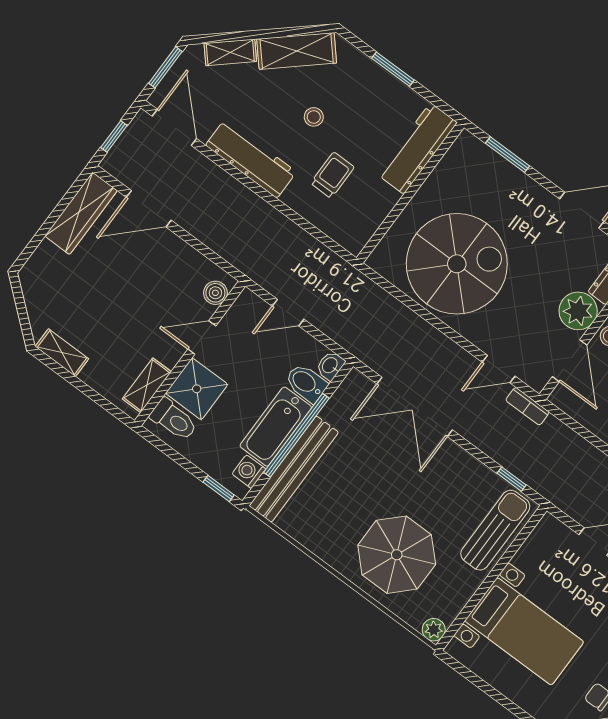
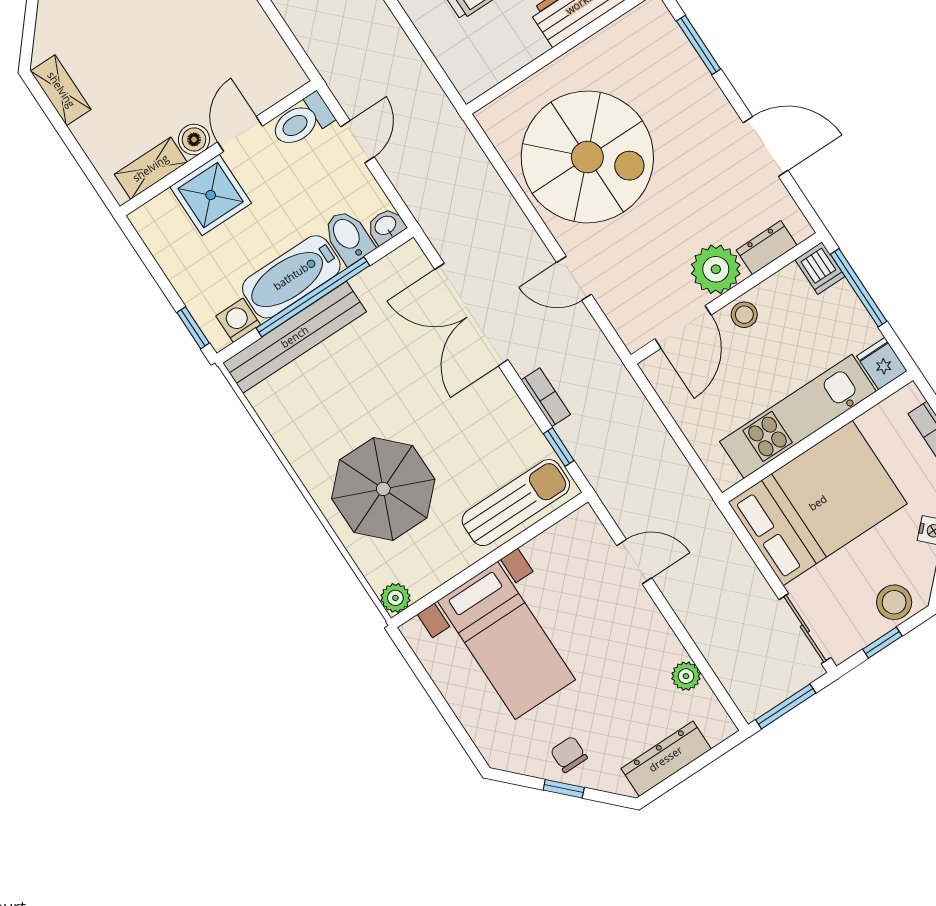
boiler: (215, 293) -> (194, 139), moved
door: (288, 313) -> (357, 142), swing flipped
door: (202, 337) -> (240, 134), hinge flipped
door: (499, 369) -> (574, 278), moved
bookcase: (527, 406) -> (546, 397), moved, turned 180
toilet: (174, 420) -> (302, 121), moved, turned 90

